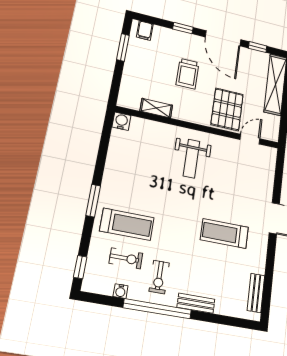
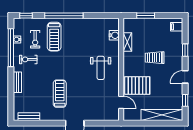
door: (223, 38) -> (185, 77), width x0.53
window: (123, 47) -> (146, 16), moved
water cooler: (121, 121) -> (114, 35), moved
weight bench: (192, 159) -> (101, 68), turned -90
window: (93, 201) -> (64, 16), width x2.11
window: (157, 309) -> (11, 48), moved

